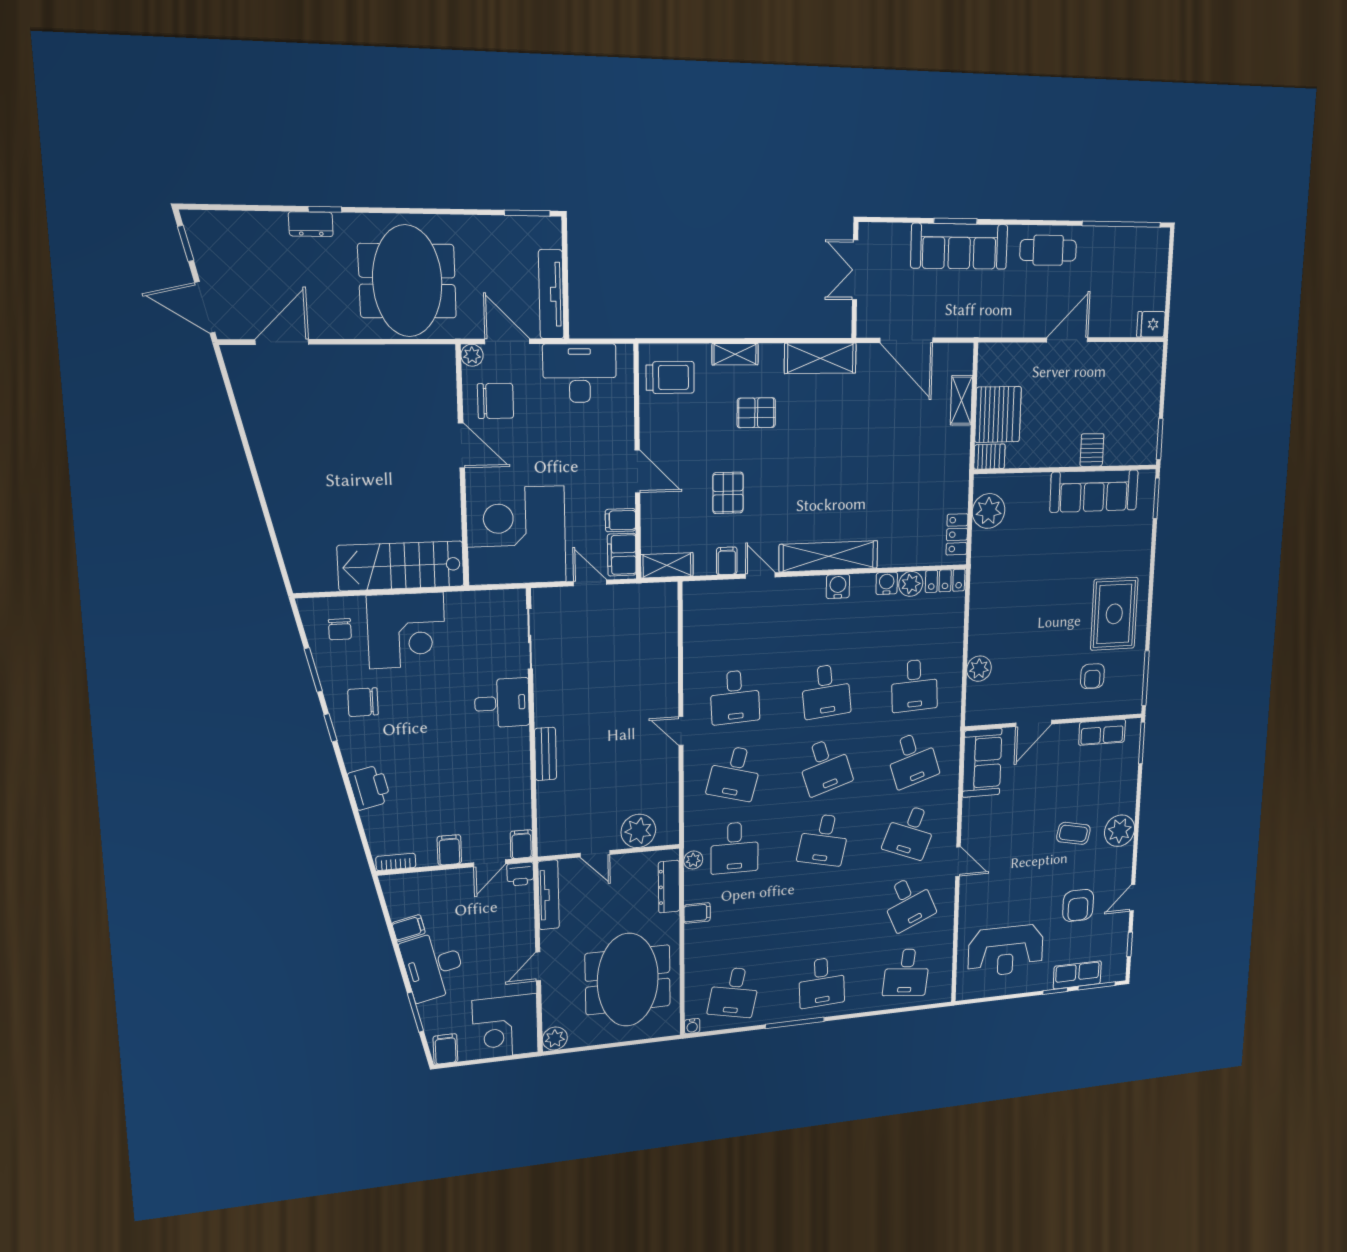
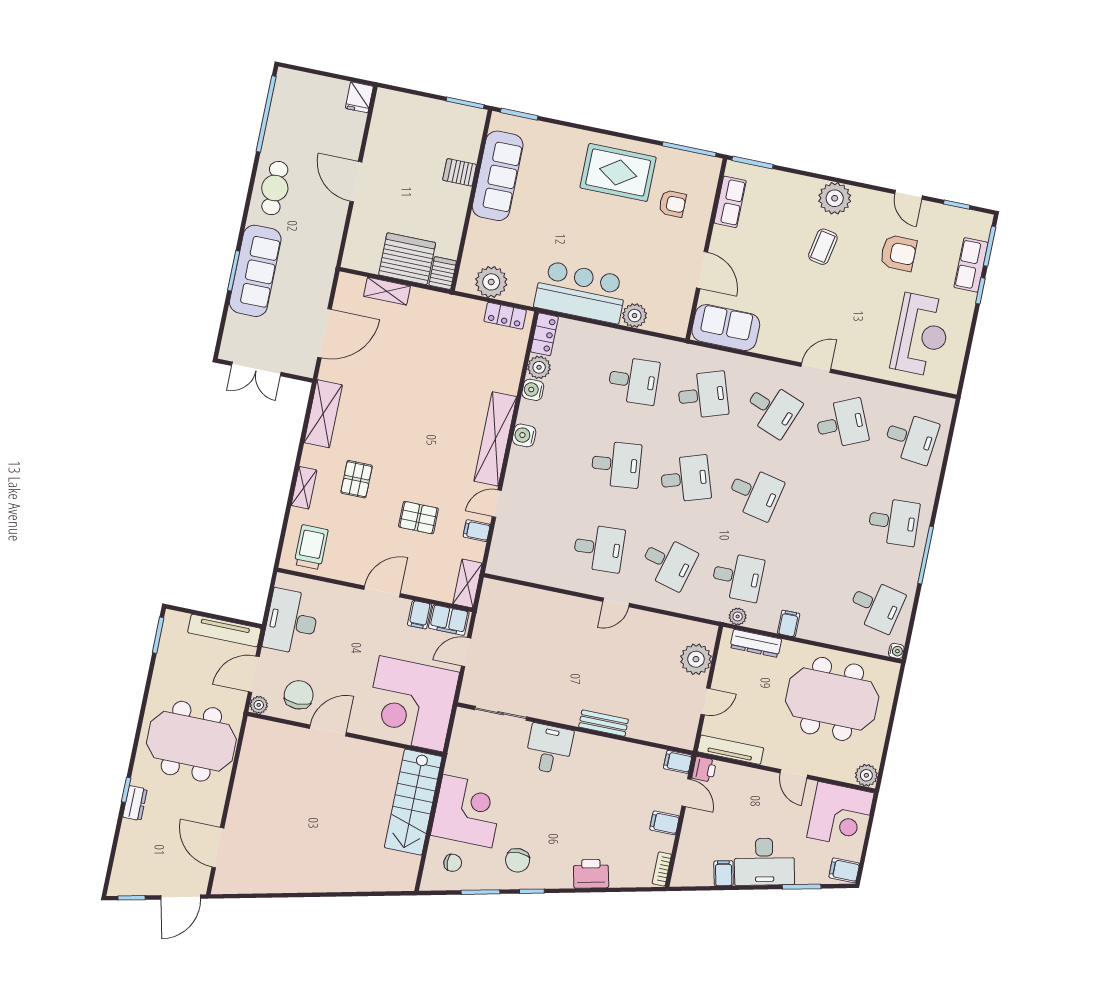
bar counter: (993, 607) -> (581, 292), added

